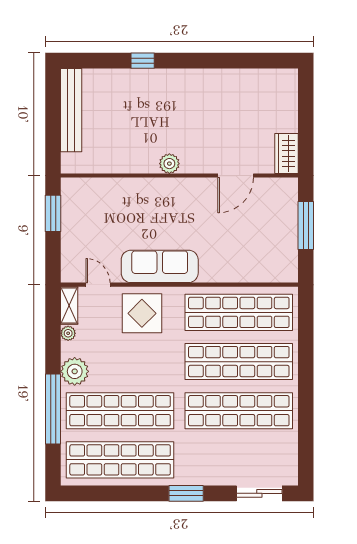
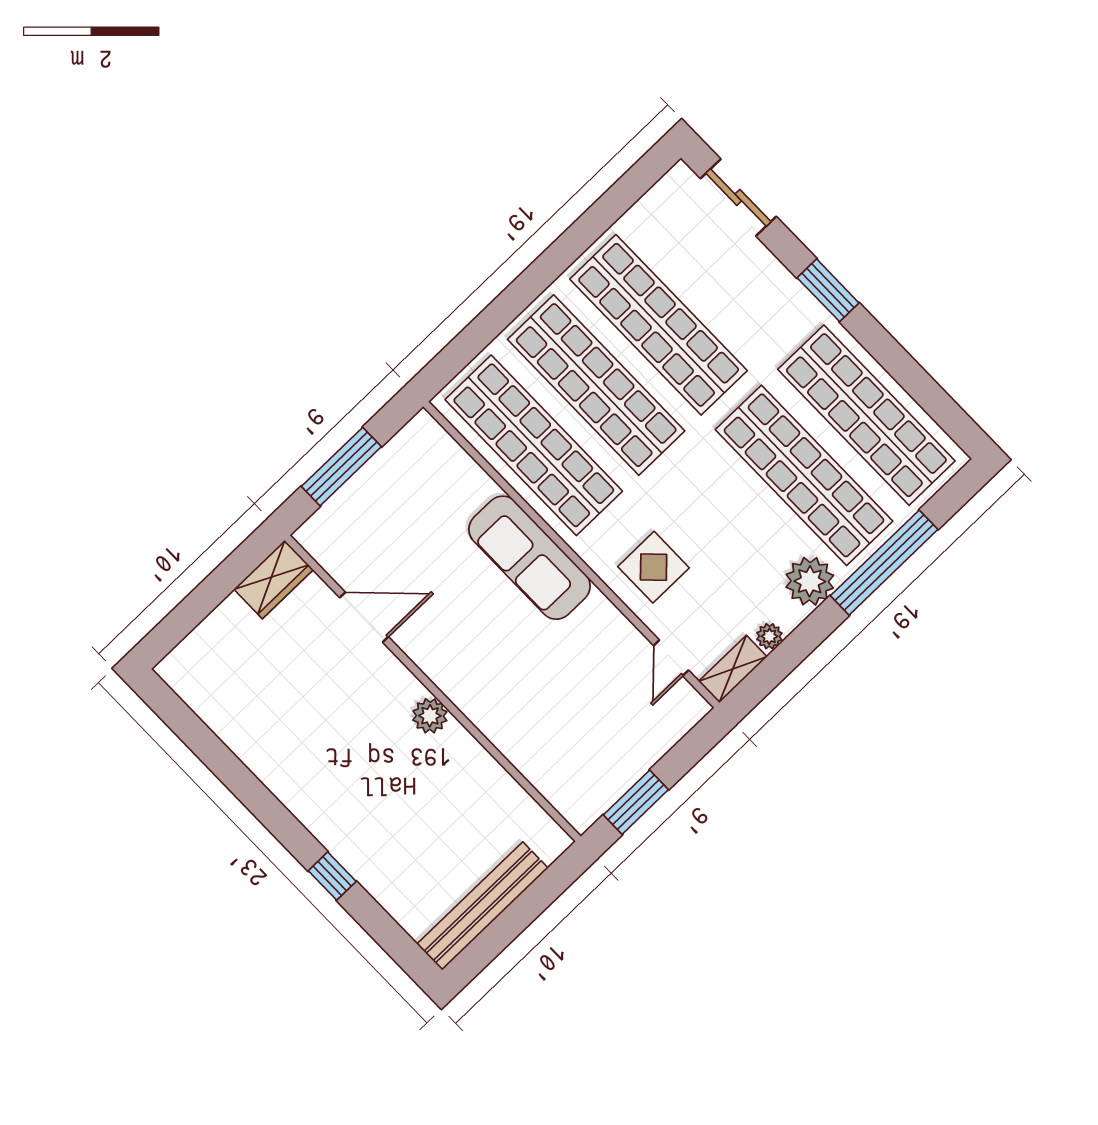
sofa: (160, 266) -> (530, 558), moved
display table: (142, 313) -> (654, 567), width x0.73, depth x0.73

